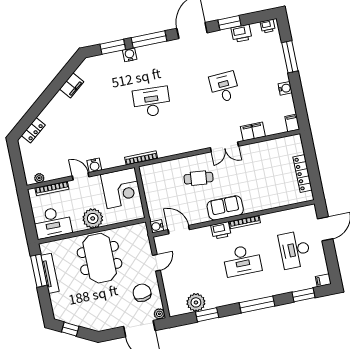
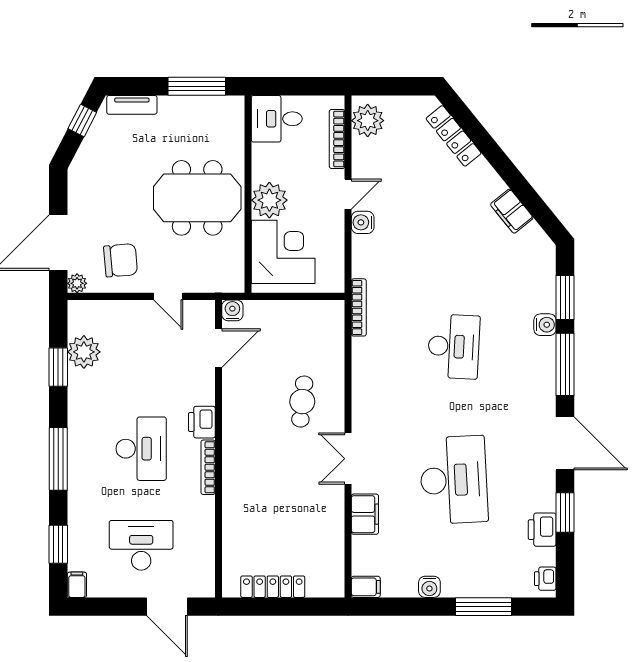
desk: (224, 87) -> (454, 480), width x1.87, depth x1.30
locker: (33, 130) -> (454, 136), width x1.53
plant: (39, 178) -> (368, 121), width x1.88, depth x1.88
corner desk: (121, 188) -> (283, 252), moved, turned 180
sofa: (225, 208) -> (240, 438), removed
desk: (52, 223) -> (277, 119), width x0.73
desk: (242, 260) -> (141, 449), turned 180
tv unit: (50, 273) -> (132, 105), moved, width x0.71

